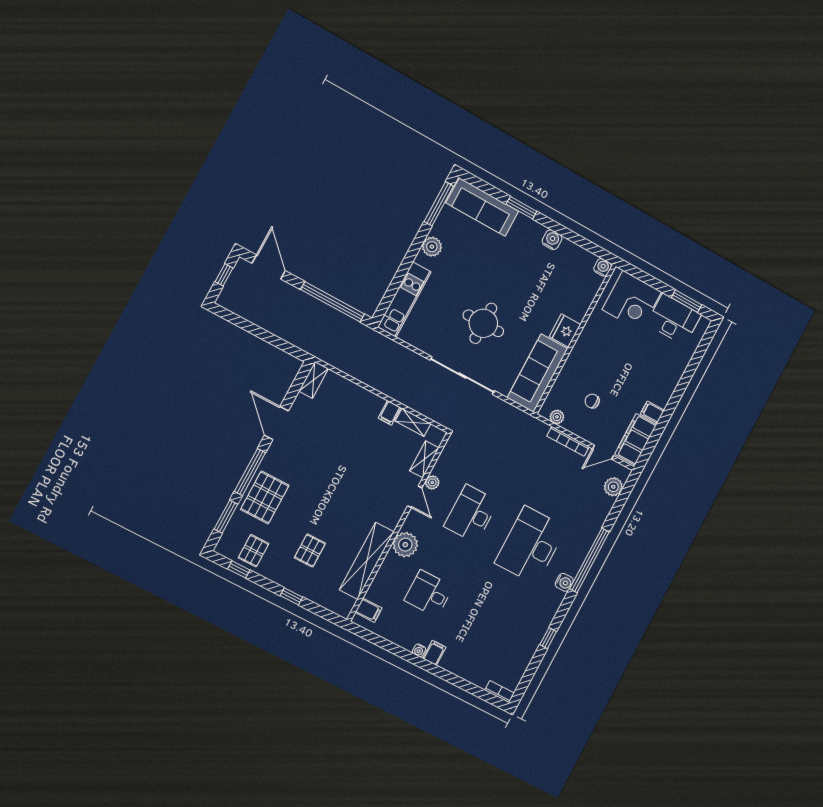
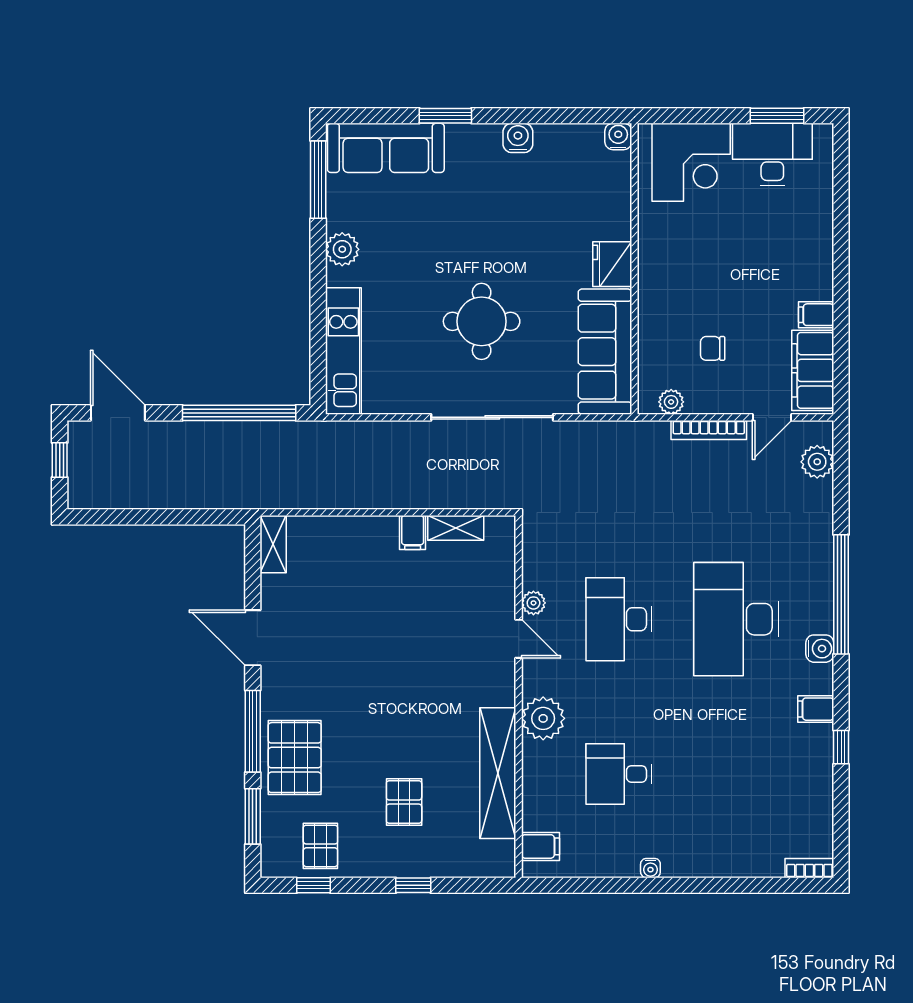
shelving: (424, 459) -> (503, 574), removed
filing cabinet: (434, 653) -> (816, 709), moved, turned -90

